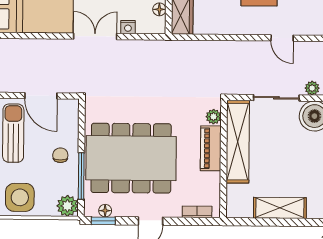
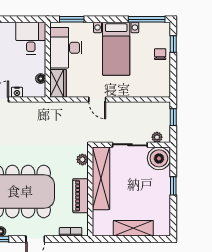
door: (282, 38) -> (97, 99), moved
piano: (211, 148) -> (81, 196), moved

